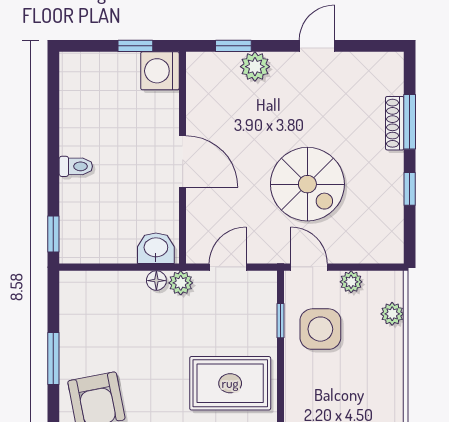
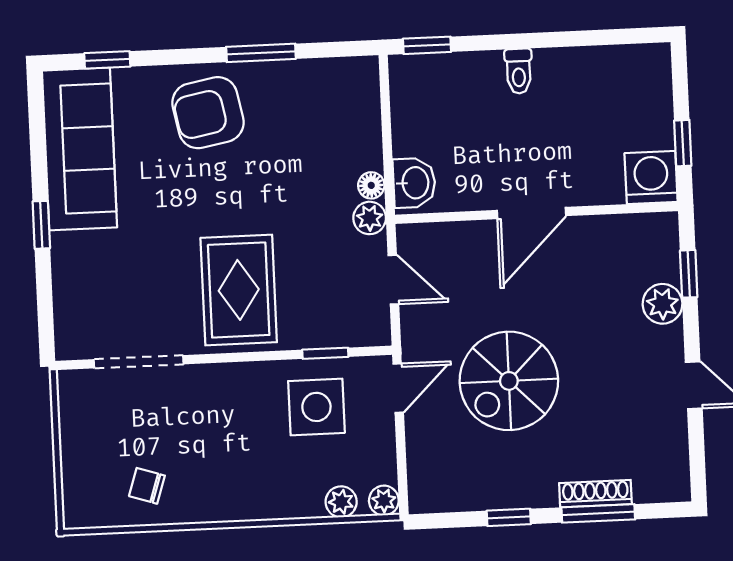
plant: (351, 282) -> (384, 501), moved

